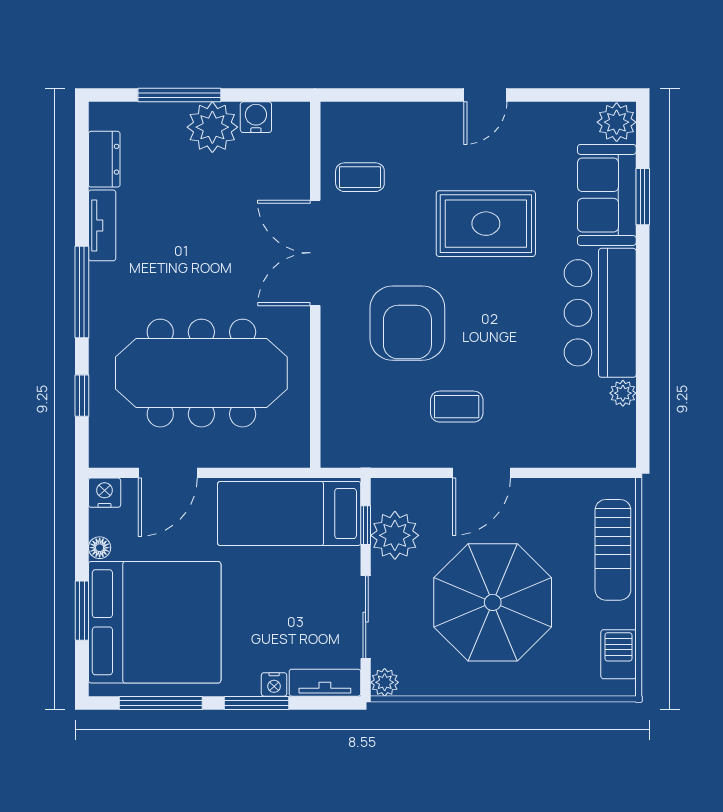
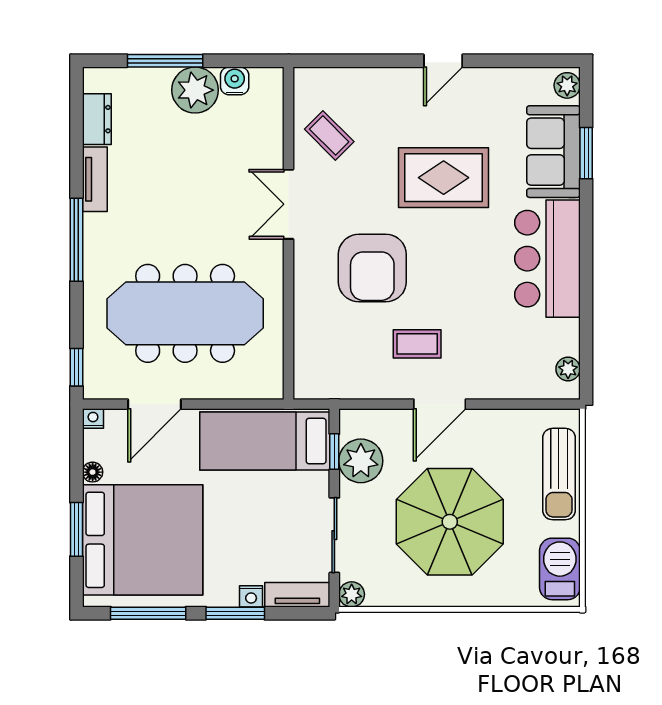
plant: (617, 122) -> (567, 85), width x0.73, depth x0.73
coffee table: (360, 177) -> (329, 135), turned 45
double door: (315, 253) -> (289, 204), width x0.73
plant: (623, 393) -> (568, 369), moved
window: (82, 396) -> (76, 367), moved
nightstand: (105, 493) -> (93, 419), width x0.72, depth x0.74
barbecue: (619, 654) -> (560, 569), width x1.38, depth x1.27

